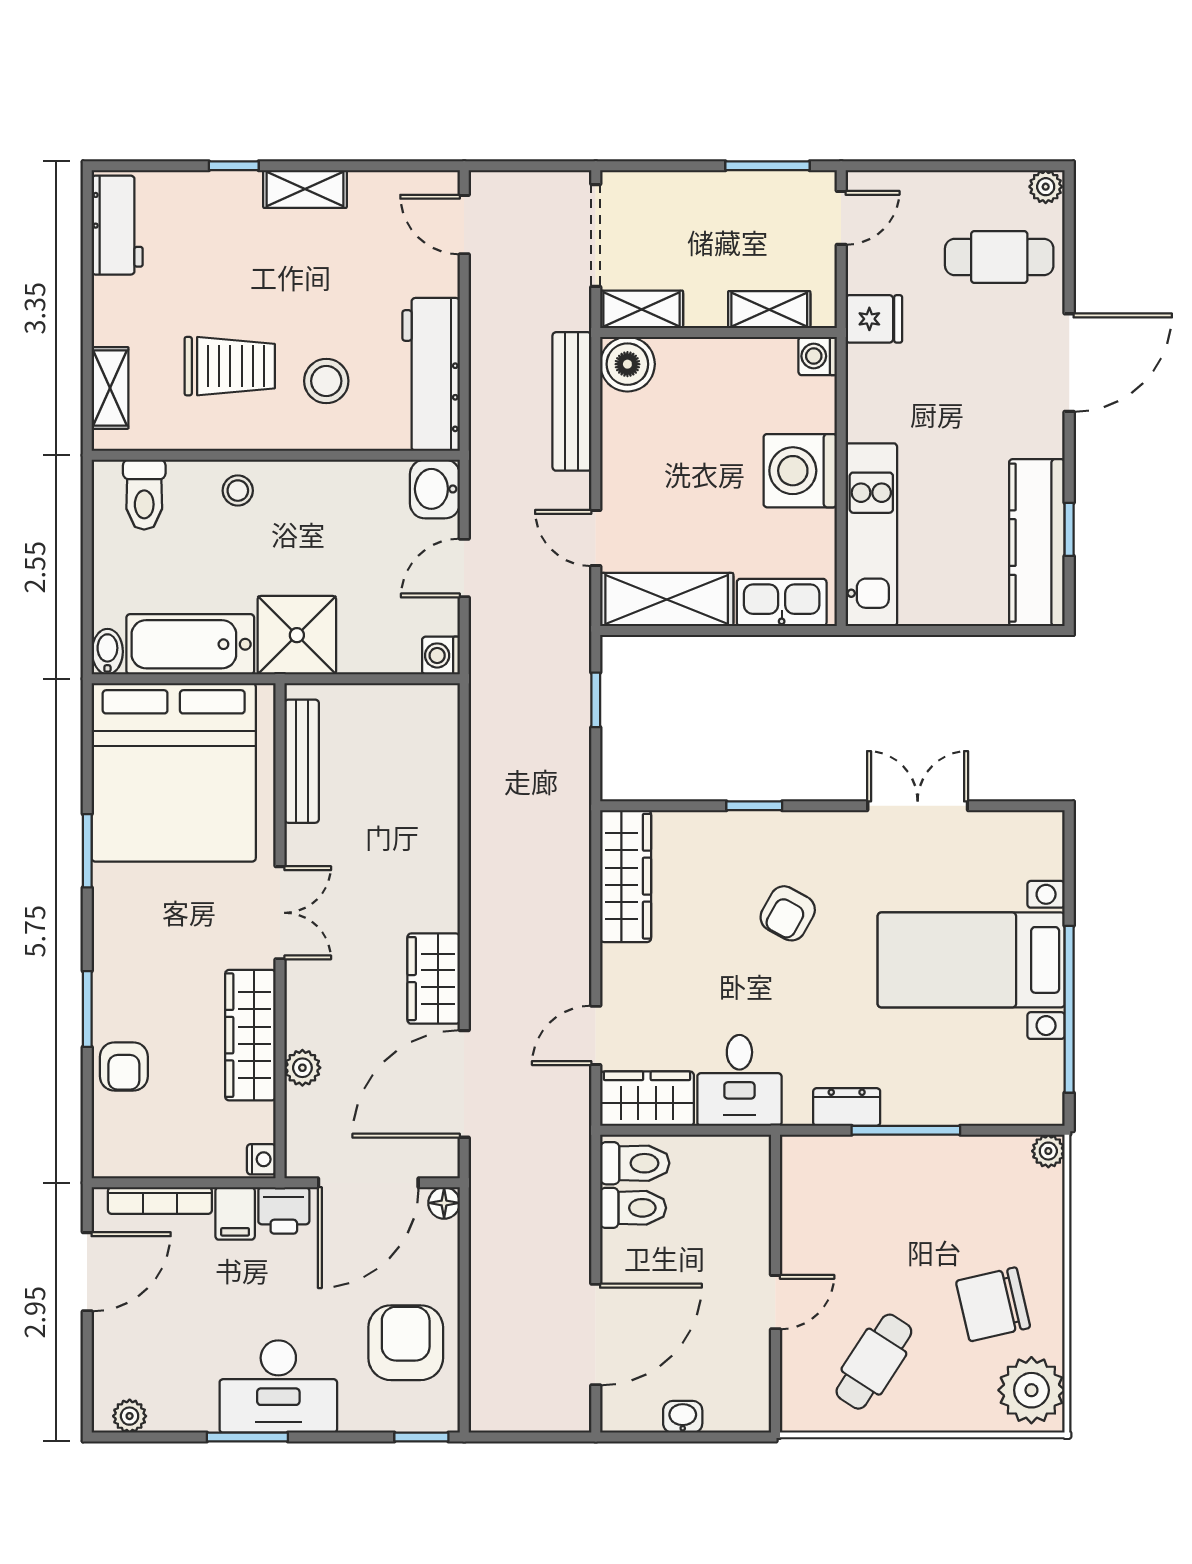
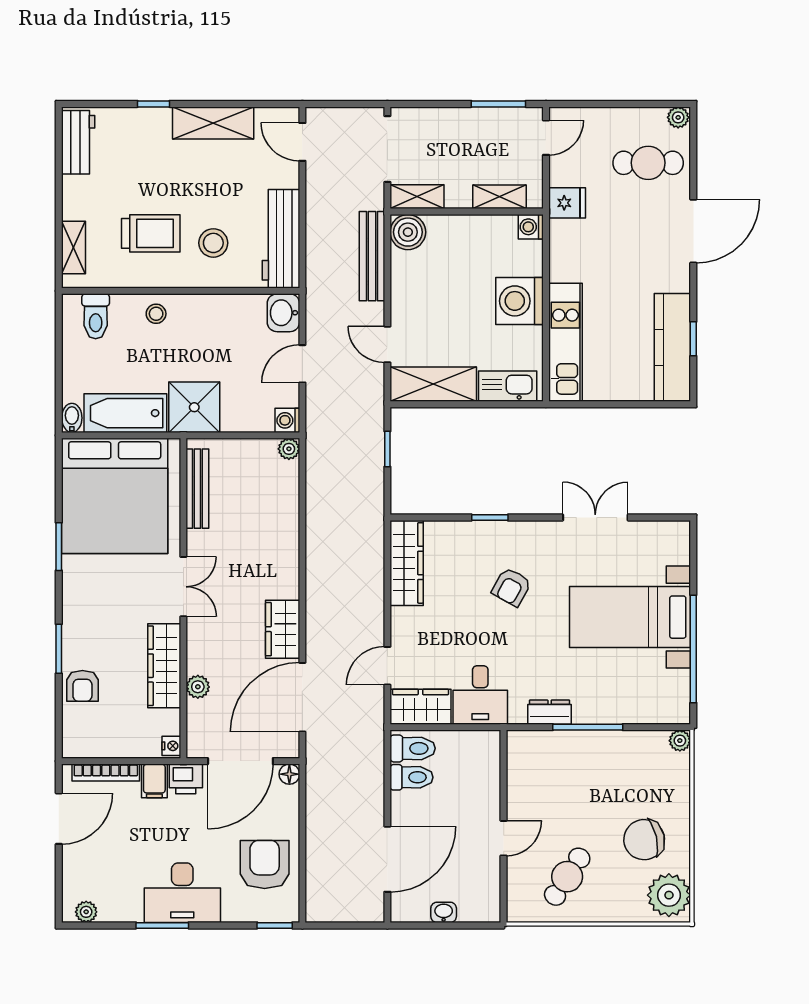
shelving: (305, 189) -> (213, 123), width x1.50, depth x1.33
plant: (443, 700) -> (289, 449), added

